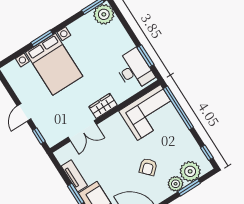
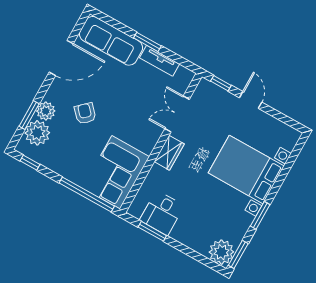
window: (42, 38) -> (260, 215), moved
desk: (134, 70) -> (162, 213), width x0.73

